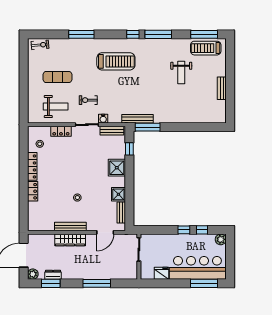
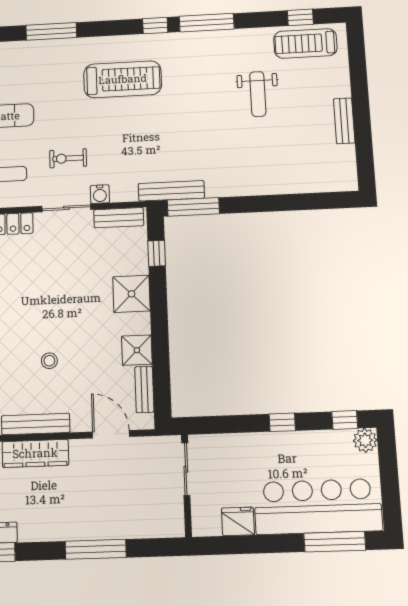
window: (204, 34) -> (300, 17), width x0.46
window: (202, 230) -> (345, 420), moved
door: (105, 232) -> (111, 434), swing flipped

